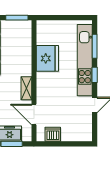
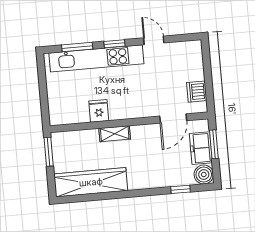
fridge: (47, 58) -> (99, 111), width x0.53, depth x0.75
shelving: (26, 88) -> (115, 134), moved

